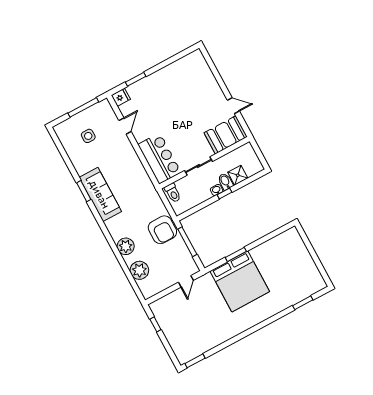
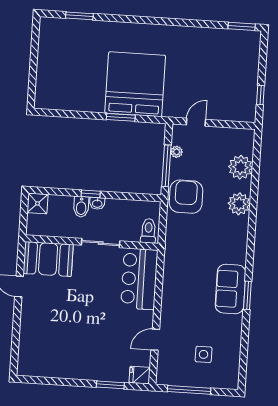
shower: (238, 175) -> (37, 203), moved
sofa: (100, 194) -> (230, 289), width x0.73
plant: (186, 255) -> (177, 152), added

